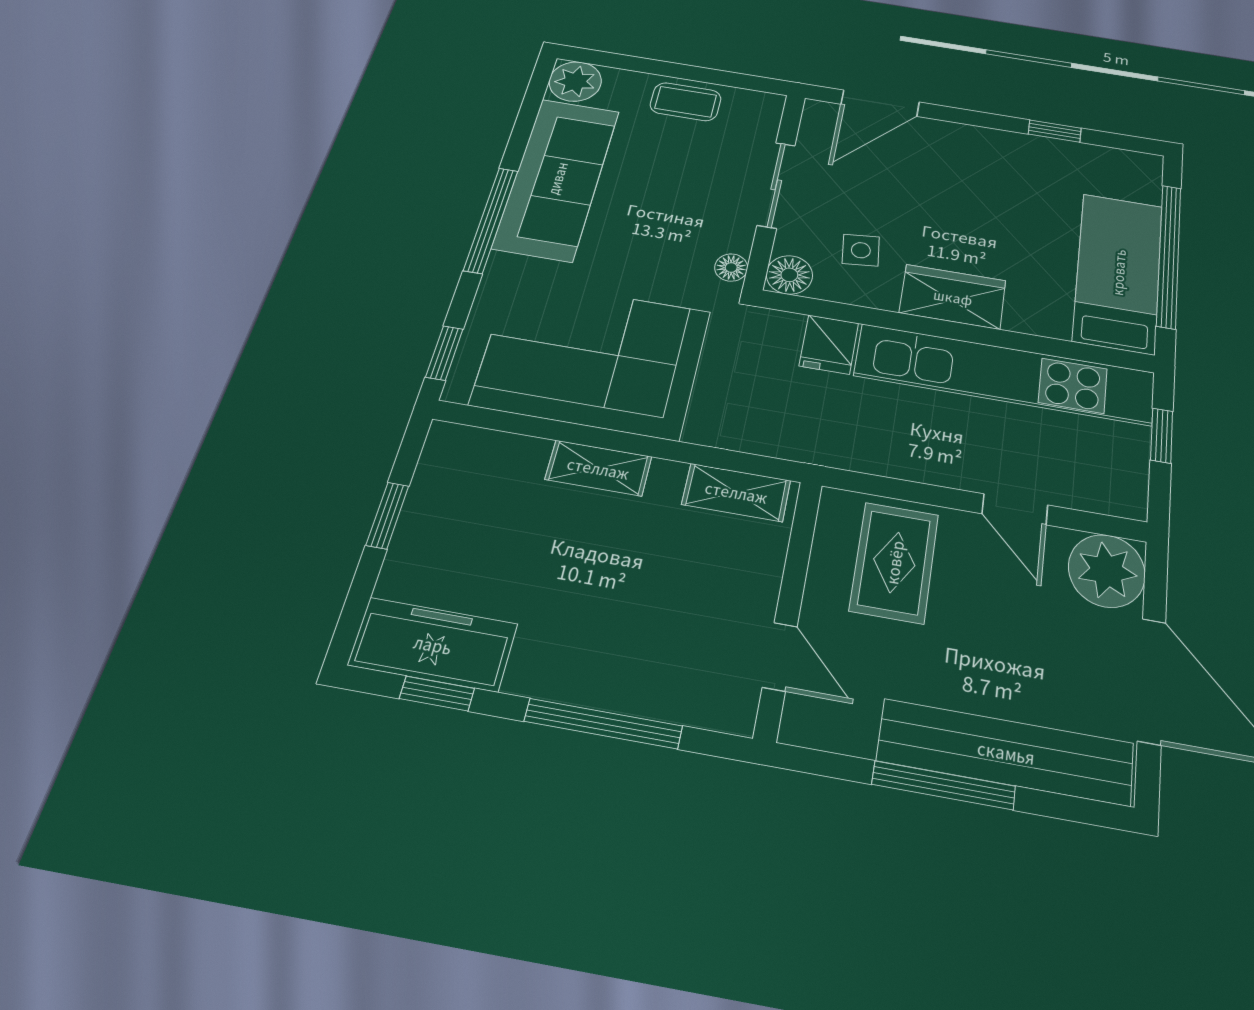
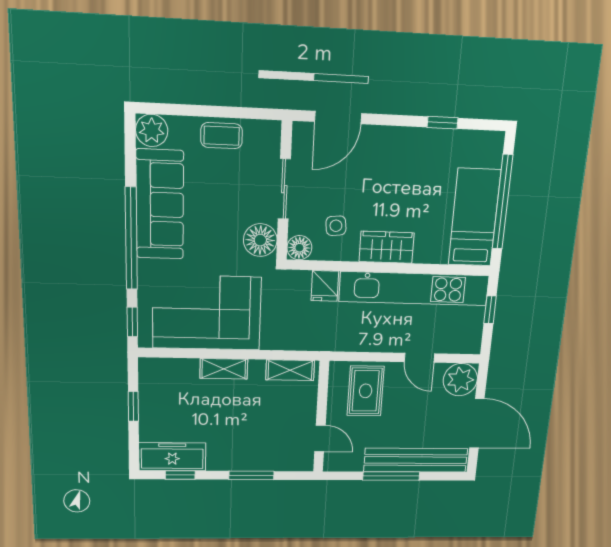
window: (491, 220) -> (131, 239), width x1.46
floor lamp: (731, 268) -> (260, 240), width x1.89, depth x1.89
window: (603, 724) -> (251, 475), width x0.69

